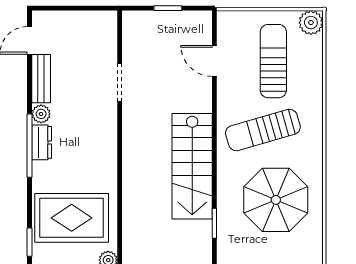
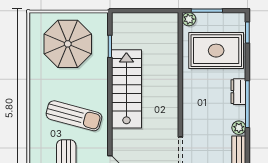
sun lounger: (263, 130) -> (74, 116), turned 31
dresser: (42, 142) -> (238, 92), moved
parasol: (276, 200) -> (68, 44), moved

